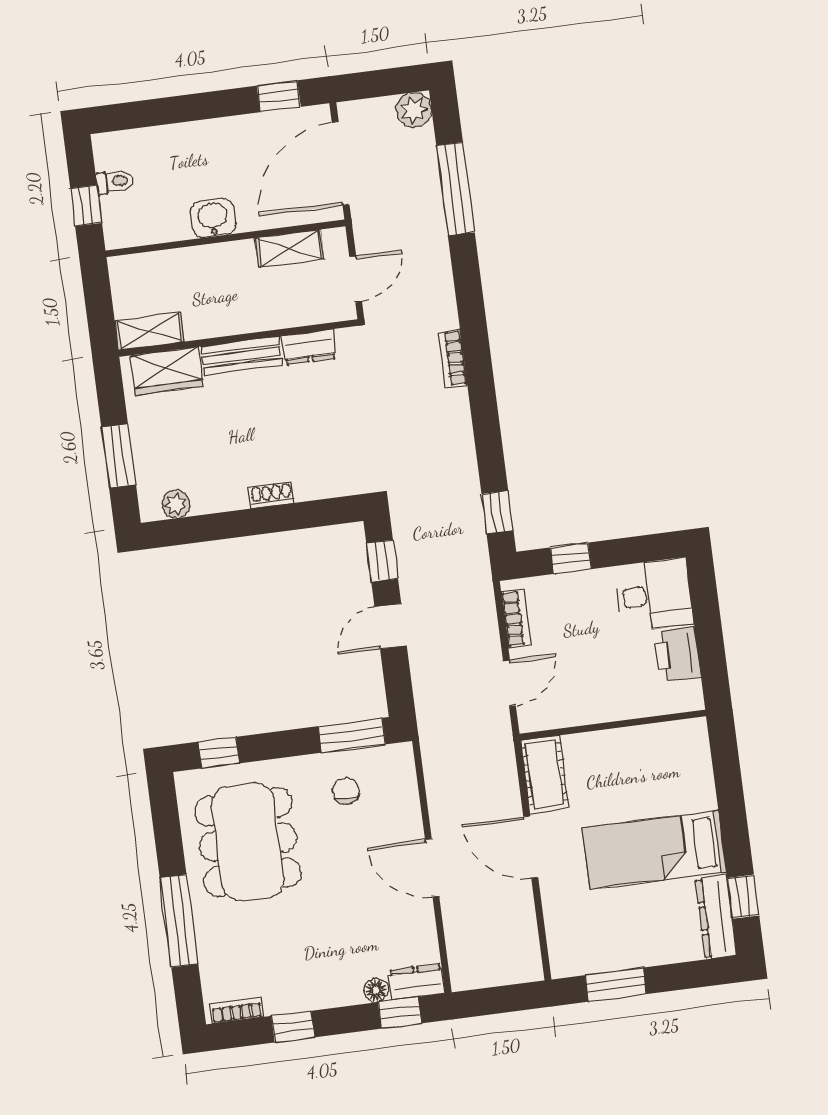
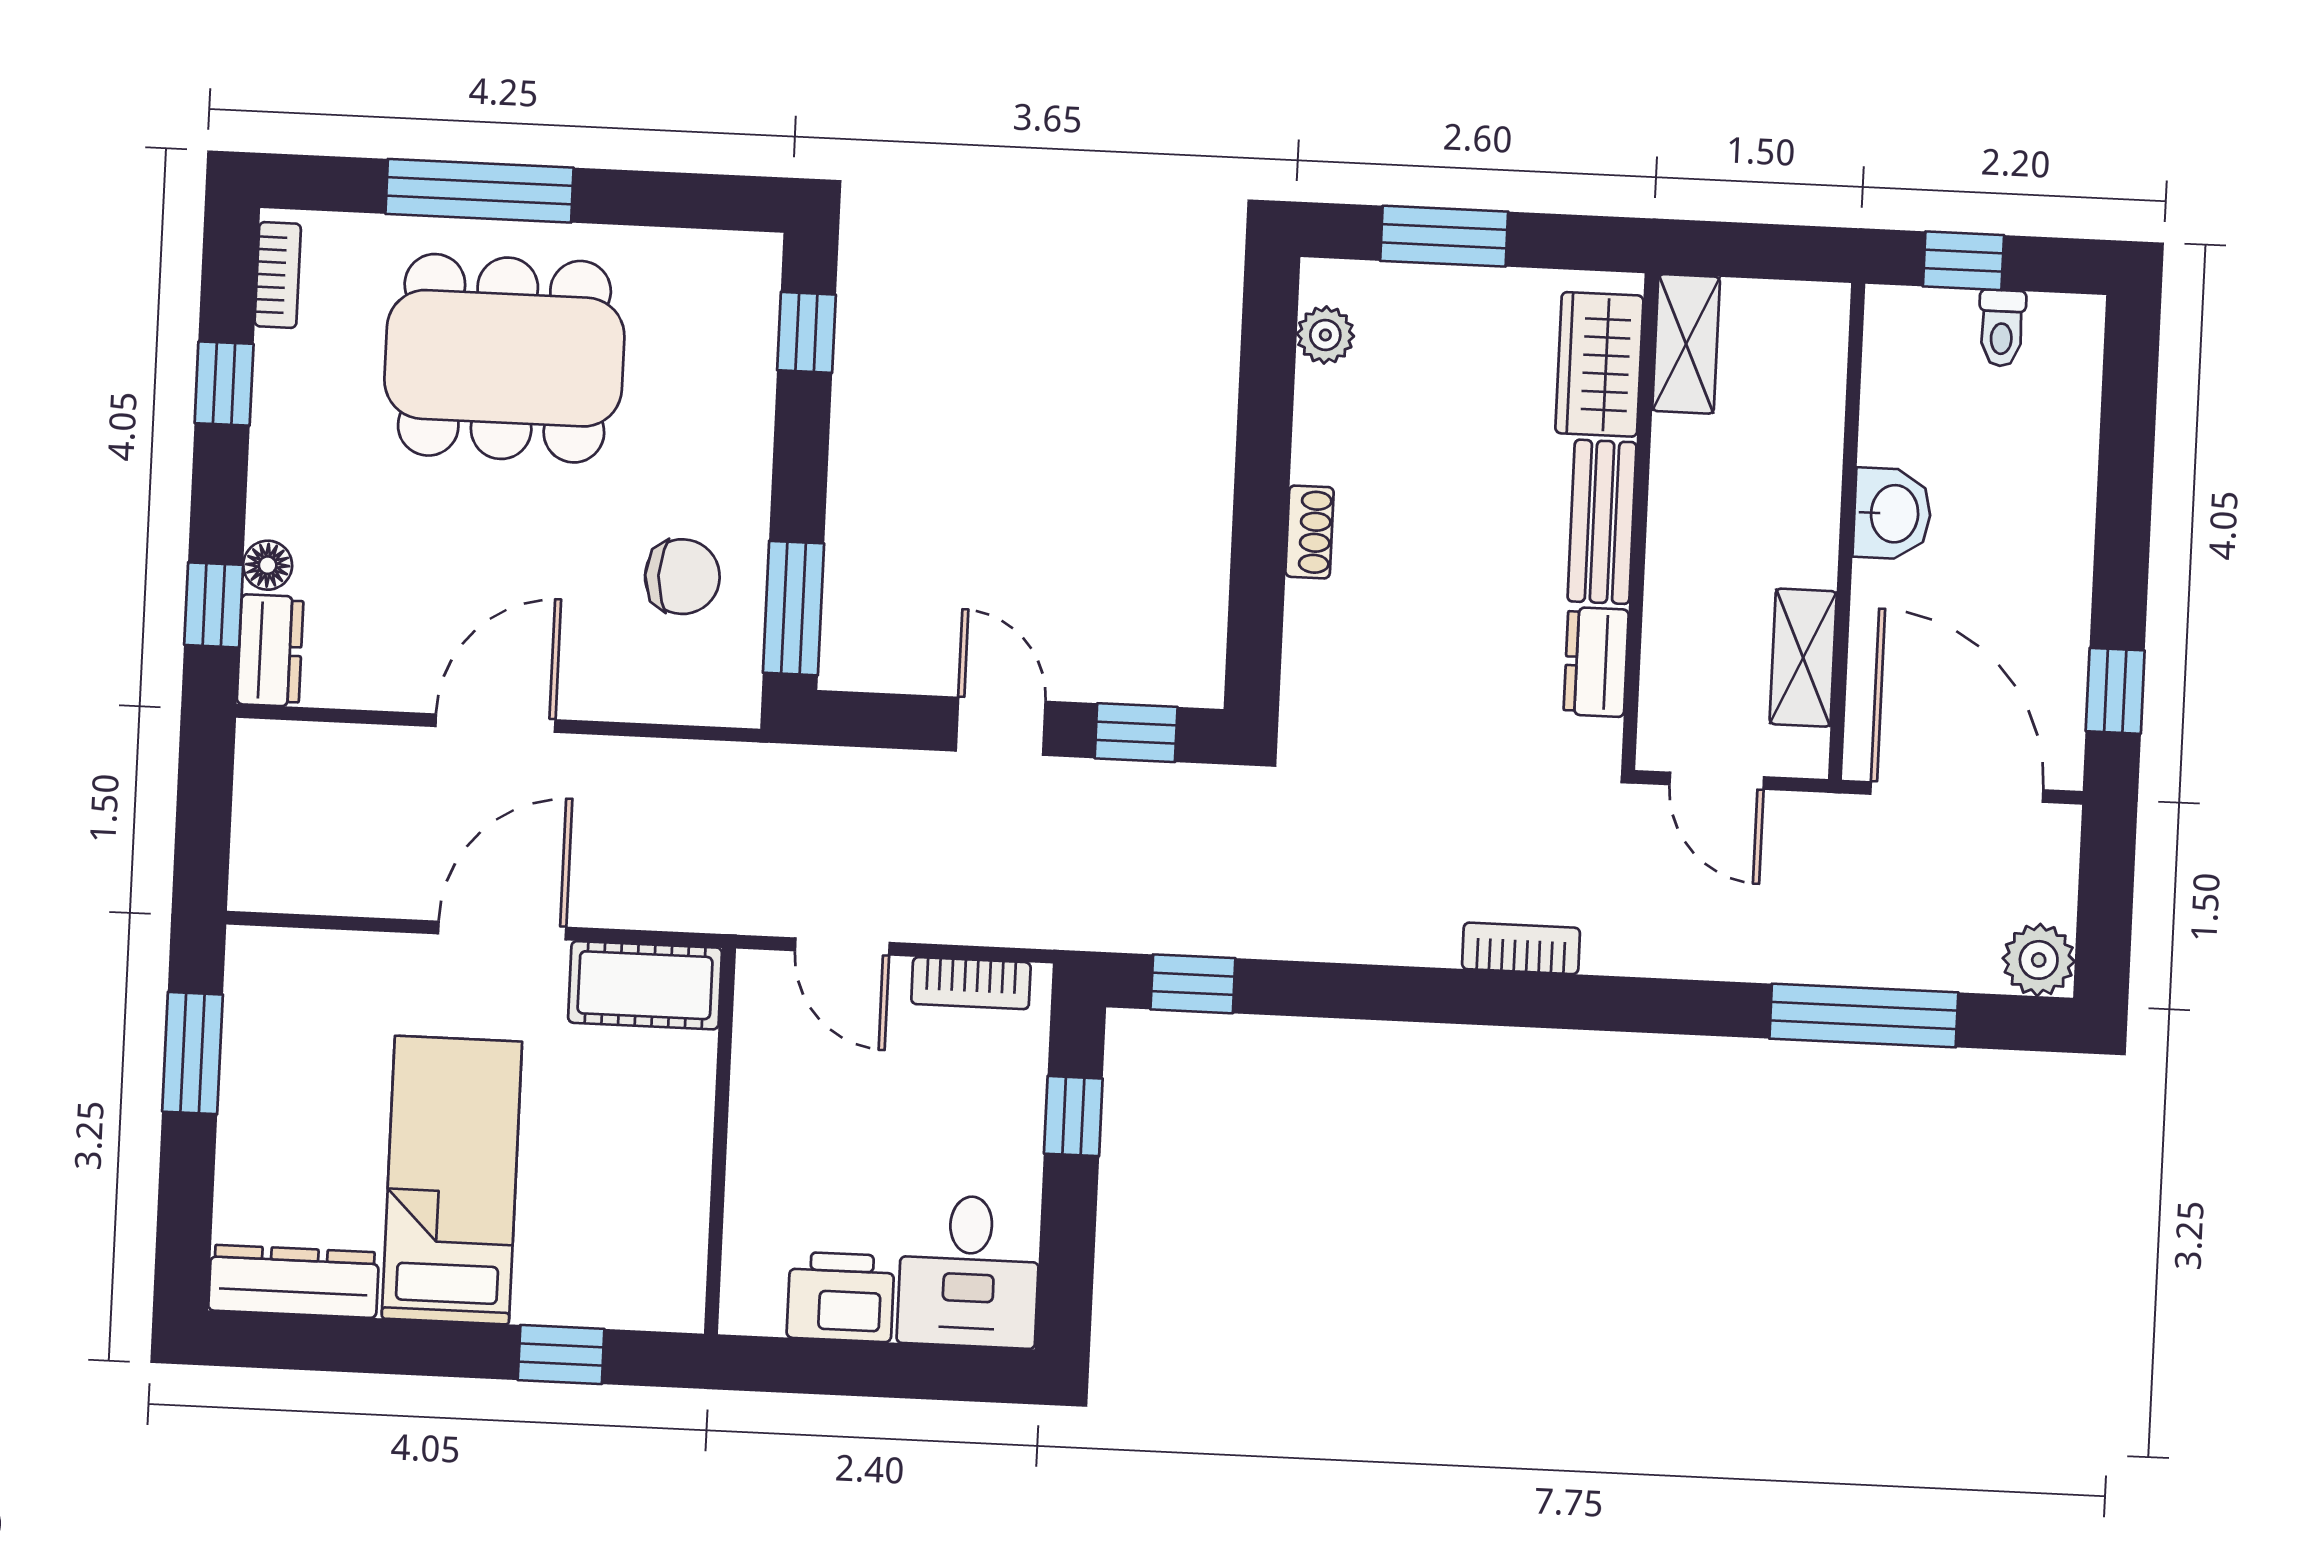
chair: (346, 791) -> (682, 577), width x1.37, depth x1.37
dining table: (248, 842) -> (504, 358), moved
window: (743, 897) -> (561, 1355), moved

